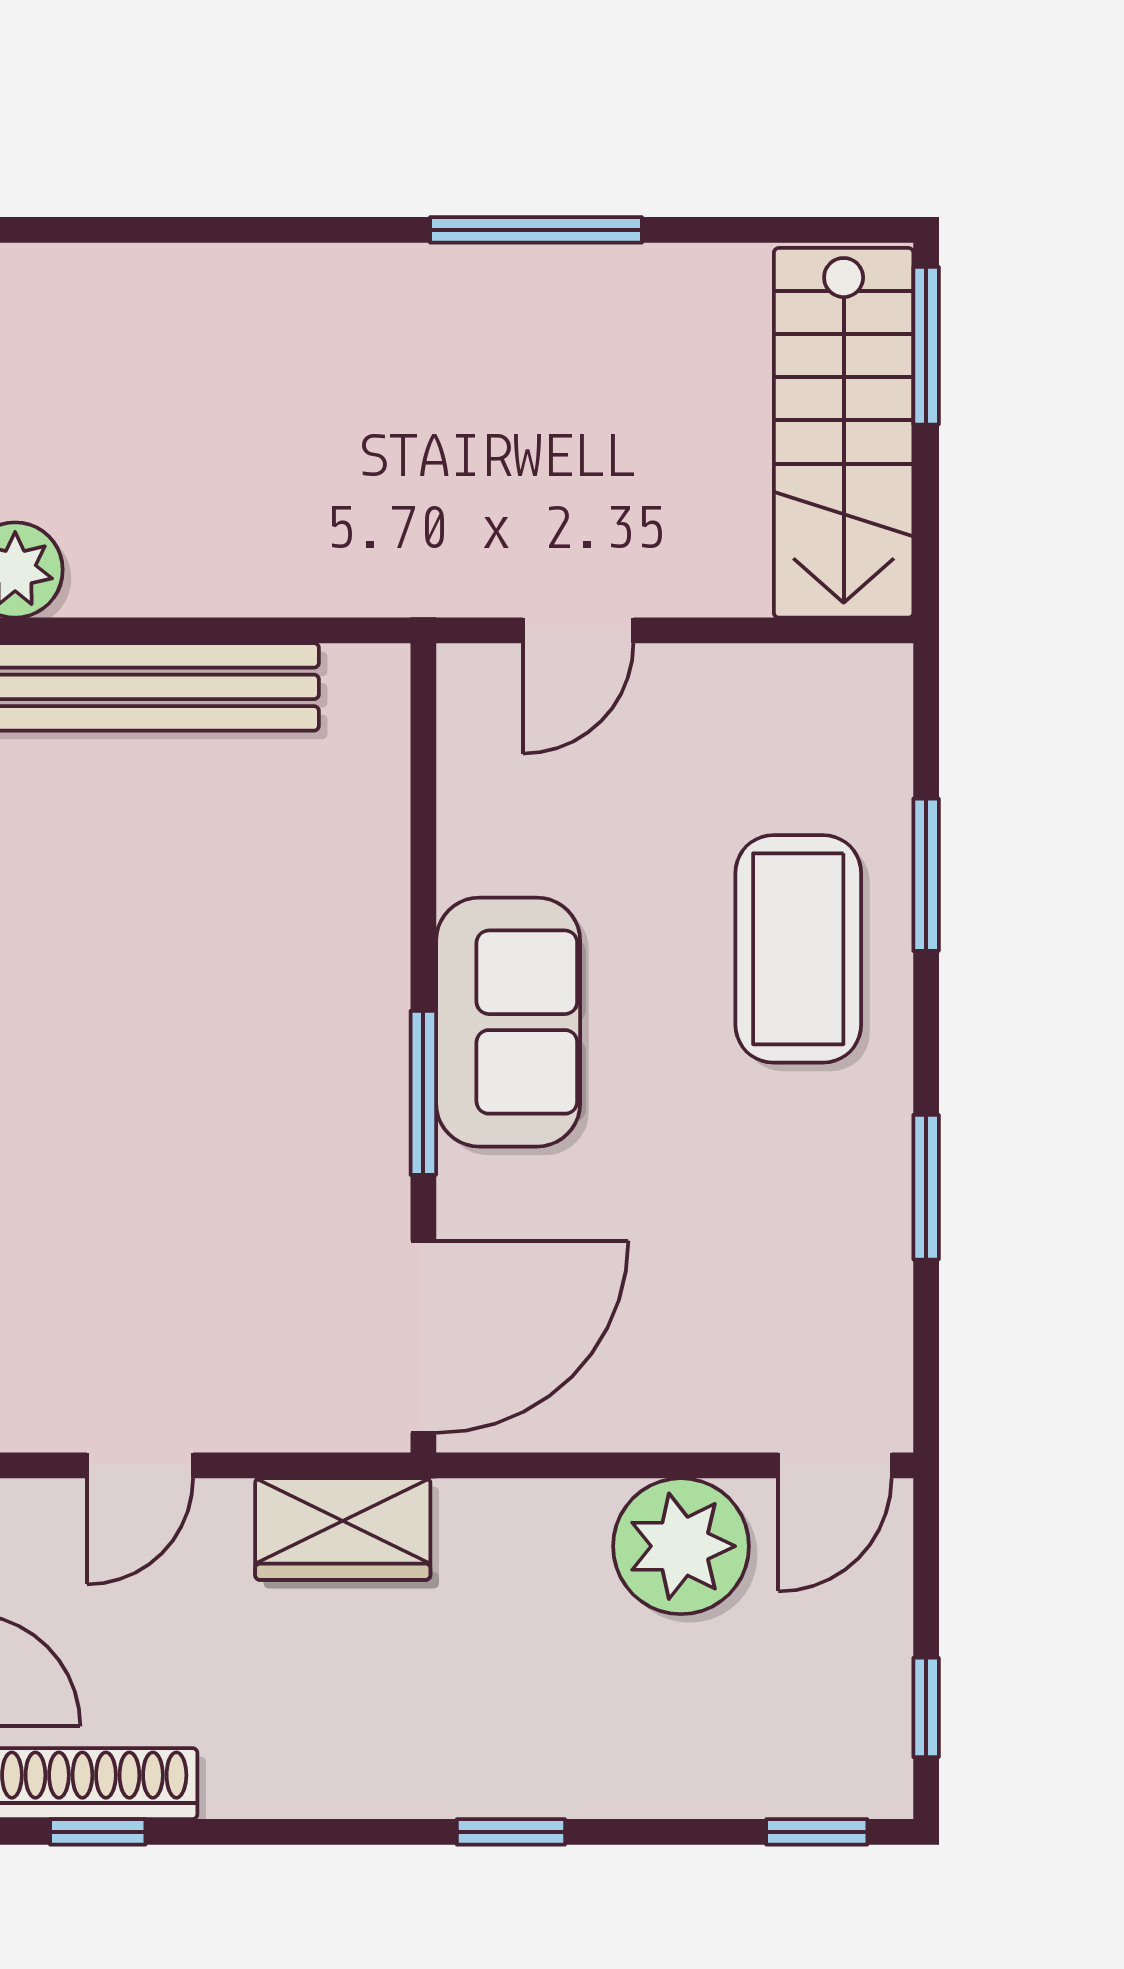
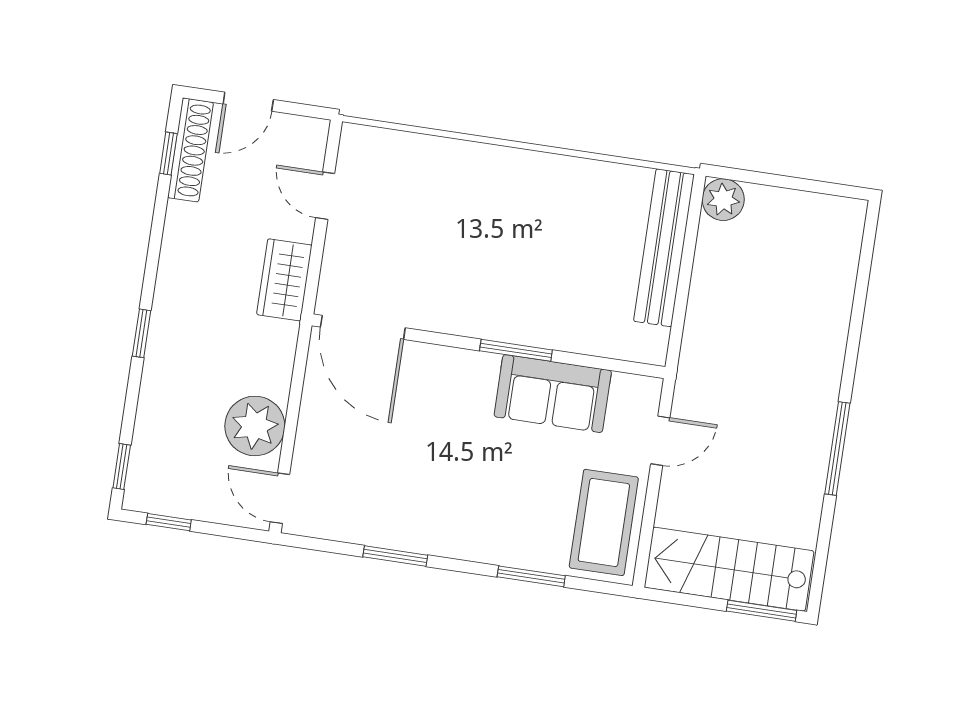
door: (578, 630) -> (660, 441), swing flipped
coffee table: (798, 949) -> (604, 522), moved, turned 90
sofa: (508, 1022) -> (553, 394), moved
window: (423, 1093) -> (516, 350), moved

